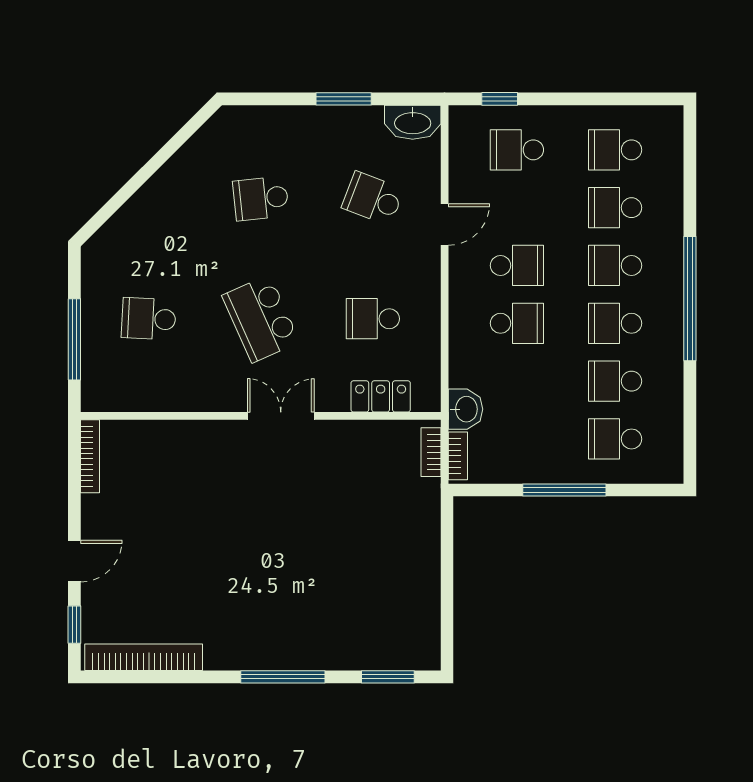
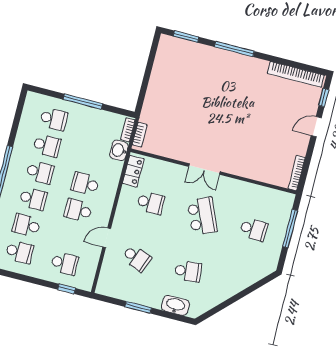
washbasin: (413, 122) -> (175, 305), moved
school desk: (615, 208) -> (26, 225), turned 180
locker: (381, 396) -> (133, 171), moved, turned -90

